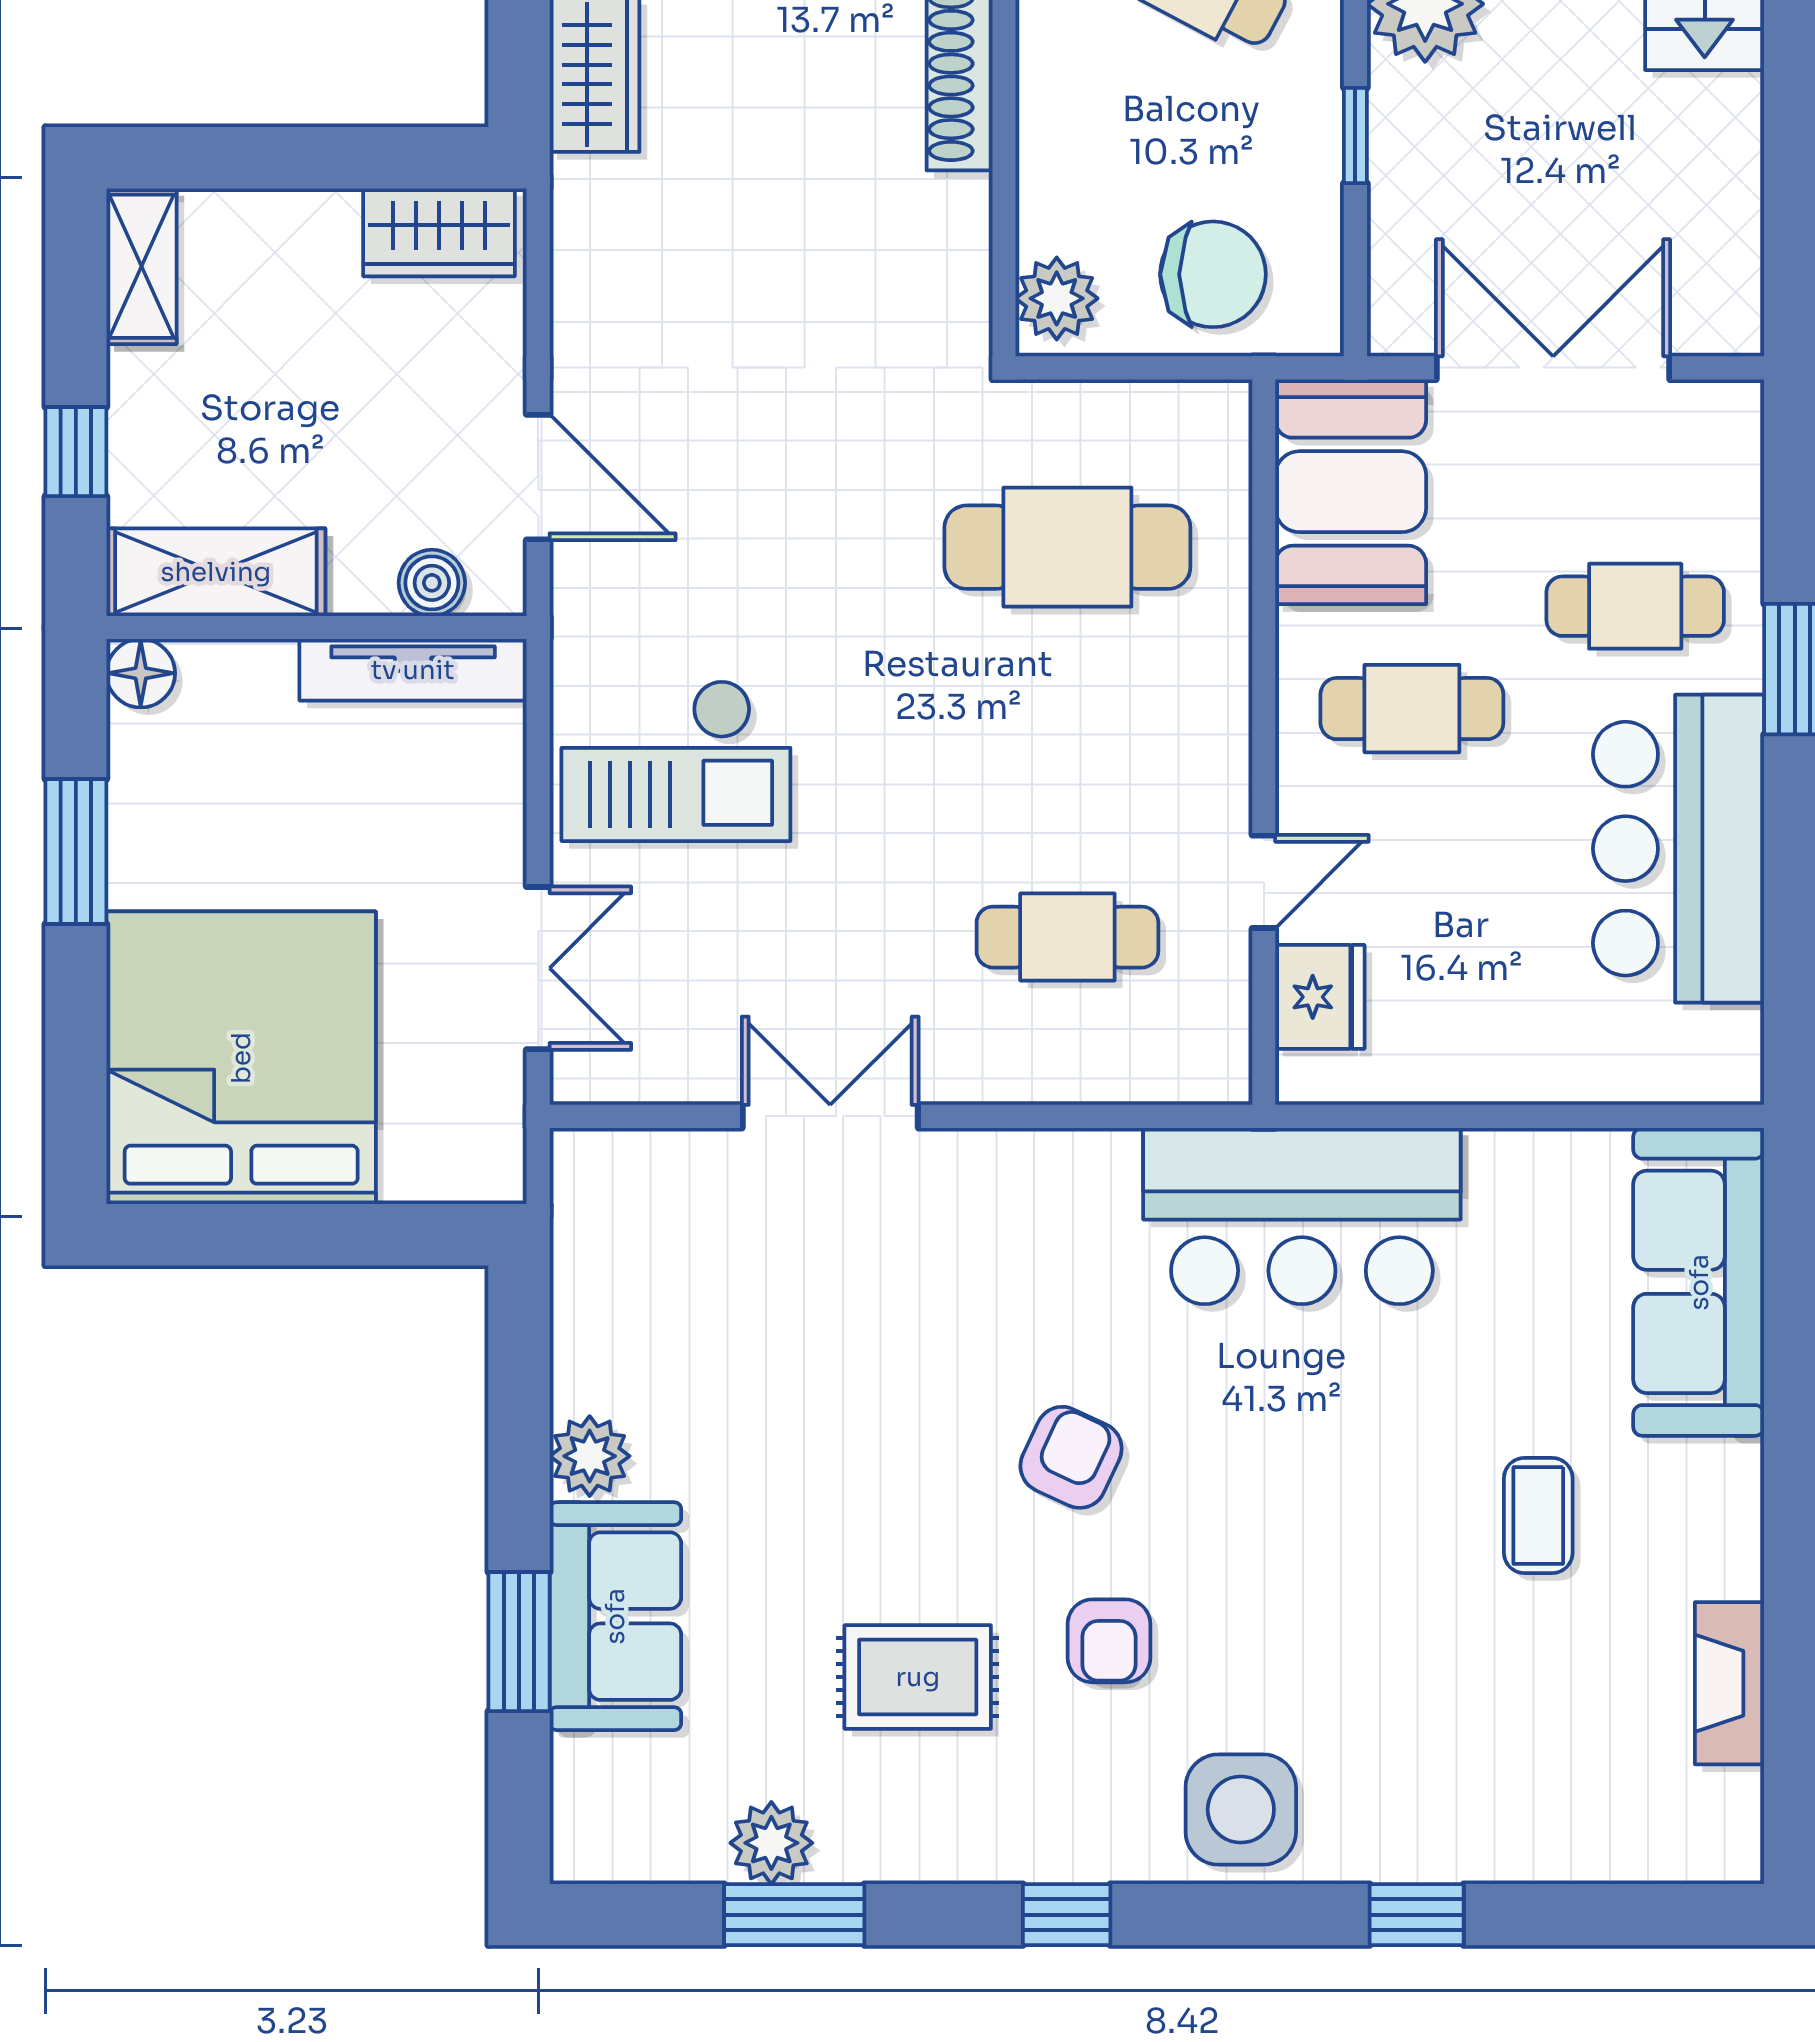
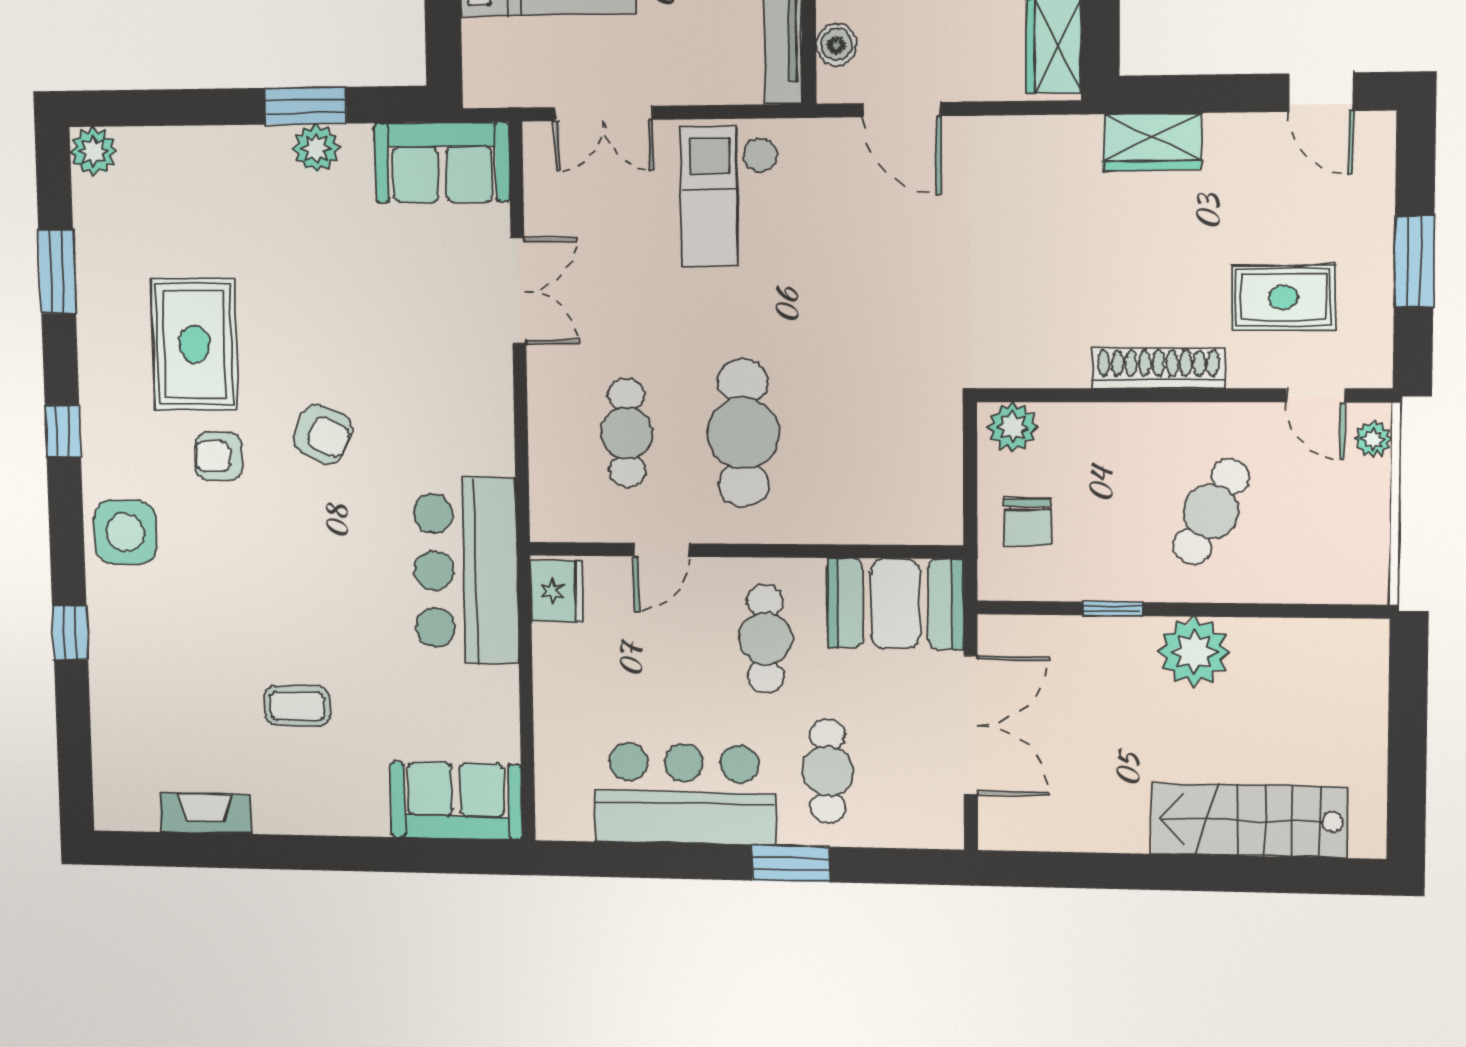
chair: (1213, 274) -> (1027, 522), width x0.73, depth x0.73
door: (538, 477) -> (902, 110), hinge flipped
cafe table: (1067, 547) -> (743, 433), moved
door: (1264, 882) -> (661, 550), hinge flipped
fridge: (1320, 997) -> (557, 591), moved, turned -90
sofa: (1699, 1282) -> (456, 801), width x0.73
sofa: (615, 1616) -> (442, 162), moved
window: (519, 1642) -> (305, 106), moved
rug: (918, 1677) -> (194, 344), width x1.36, depth x1.43
plant: (771, 1843) -> (94, 151), moved

